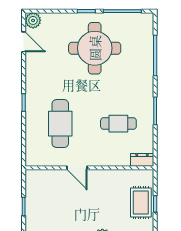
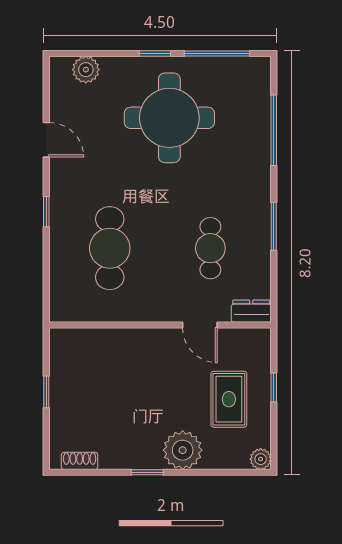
plant: (33, 20) -> (86, 70), moved
door: (24, 42) -> (46, 140), moved
cafe table: (118, 124) -> (210, 248), turned 90
door: (77, 168) -> (200, 325), moved
rug: (141, 202) -> (229, 399), moved

